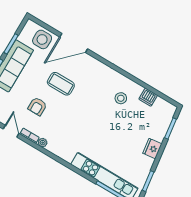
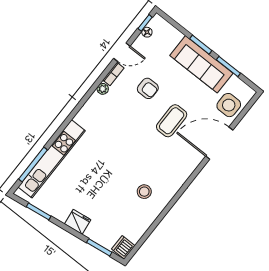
door: (74, 43) -> (219, 143), hinge flipped
dishwasher: (148, 97) -> (123, 247), moved
armchair: (37, 106) -> (148, 88), turned 180

